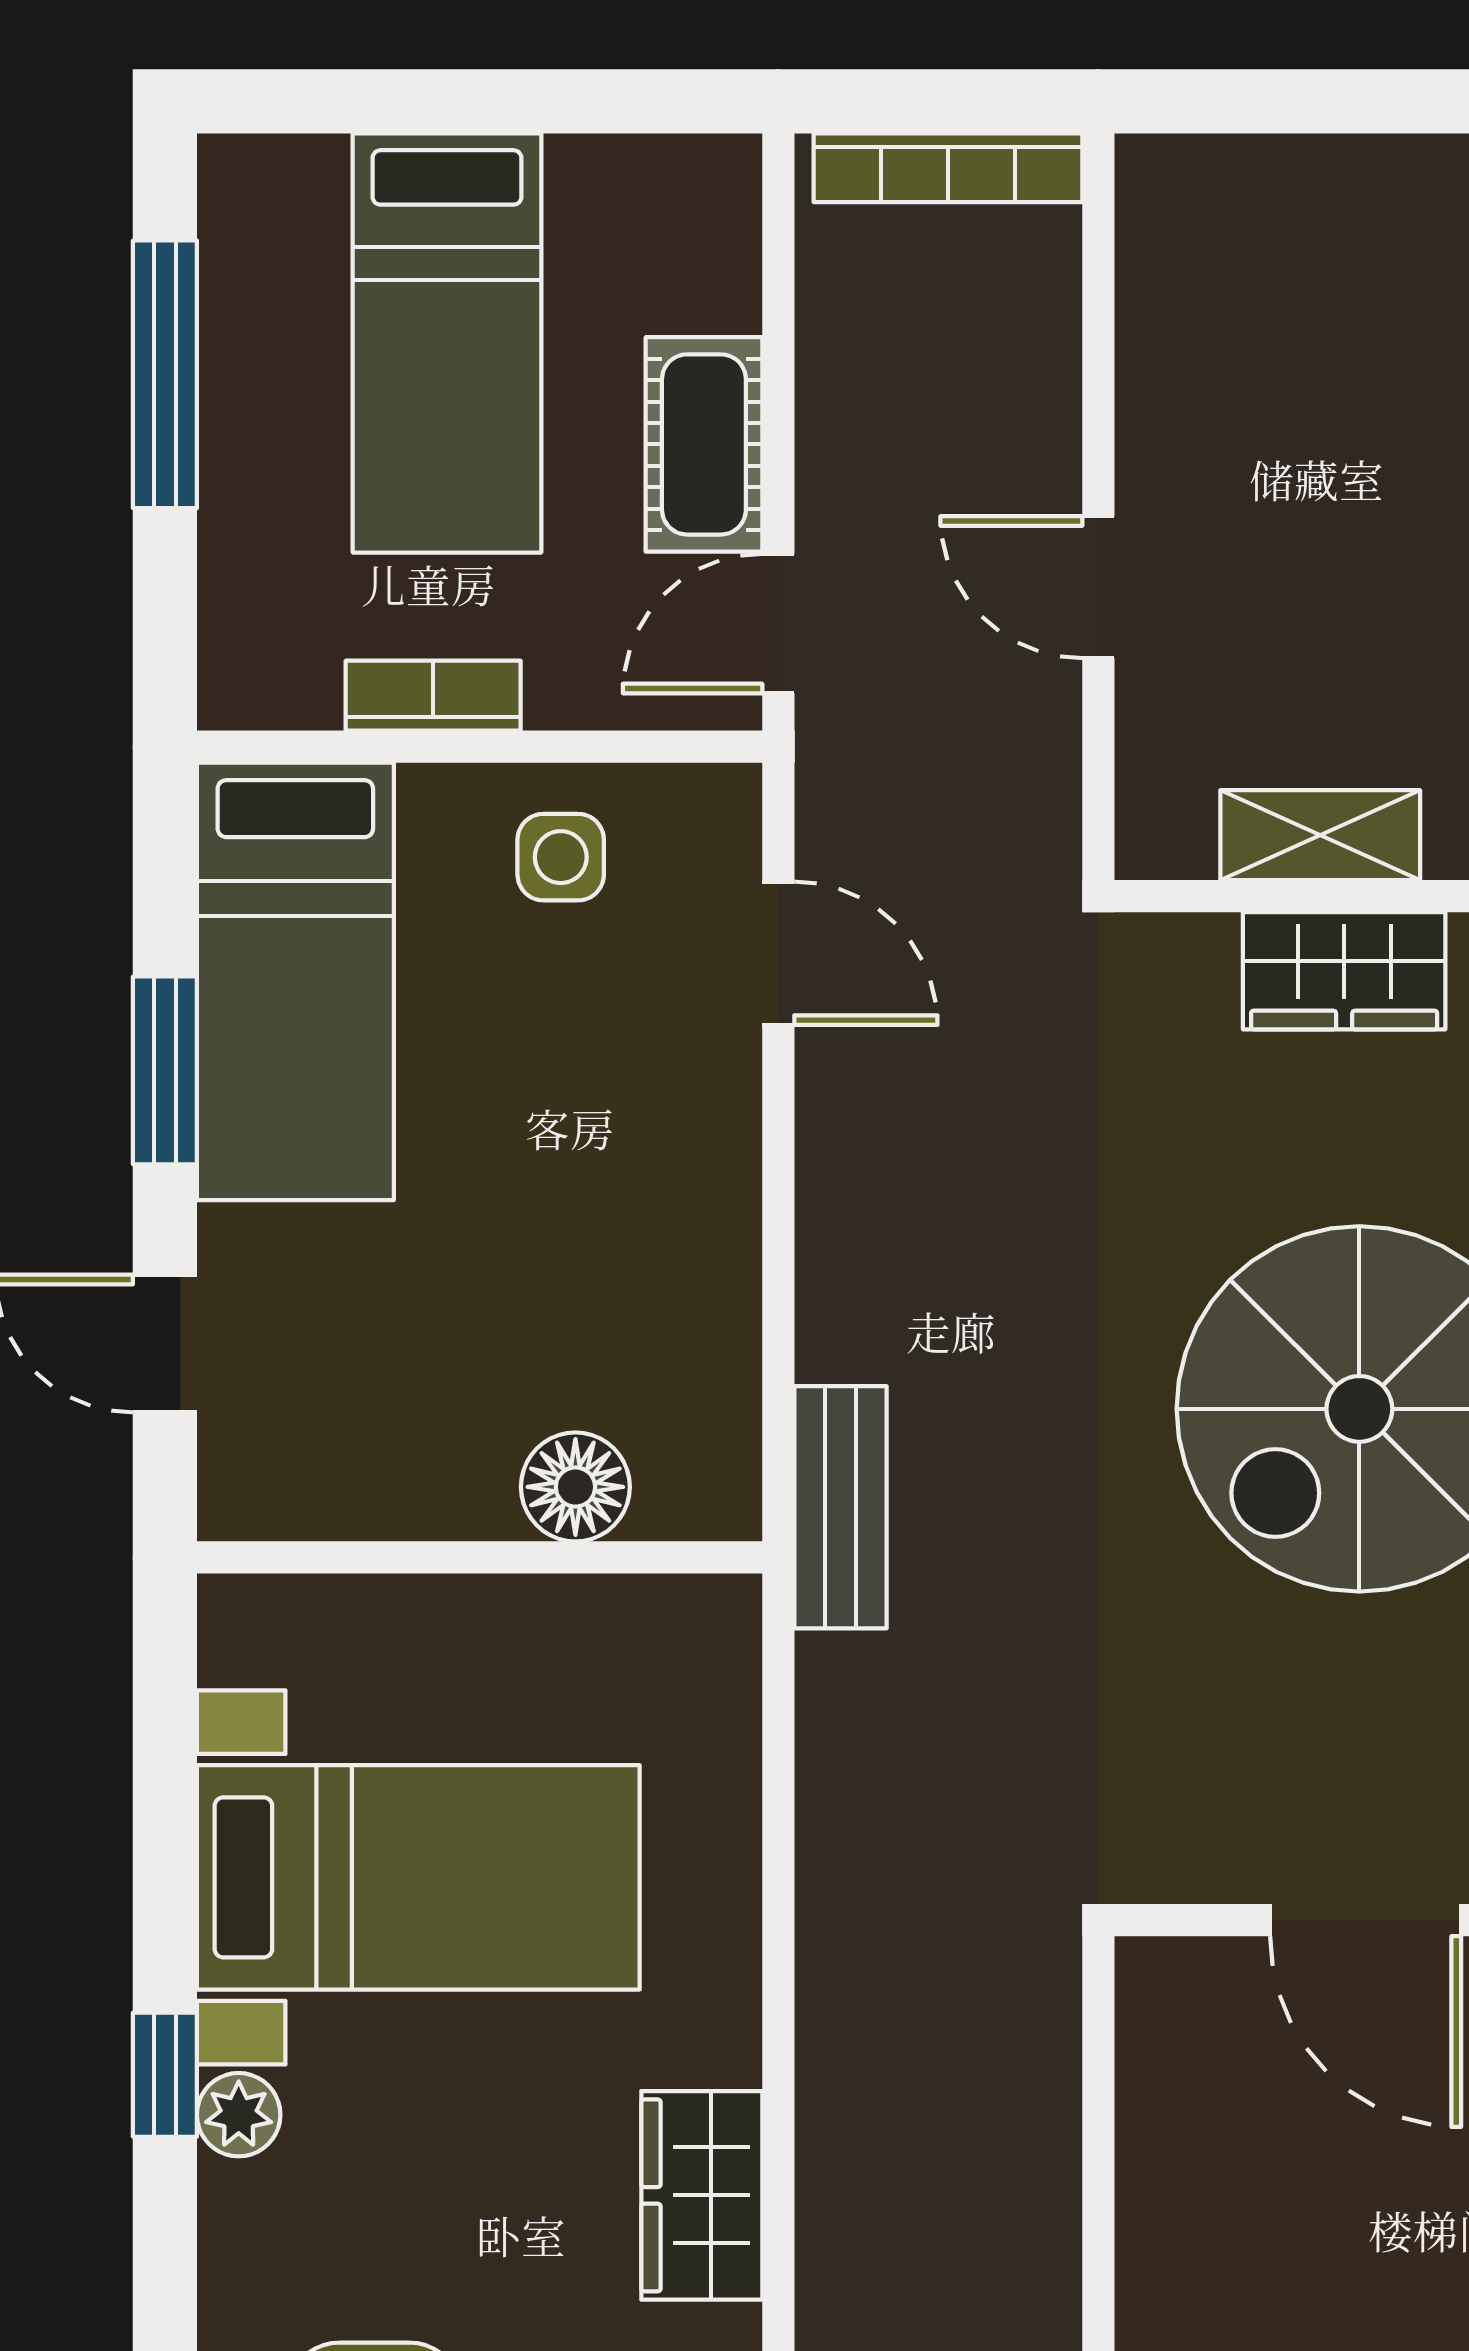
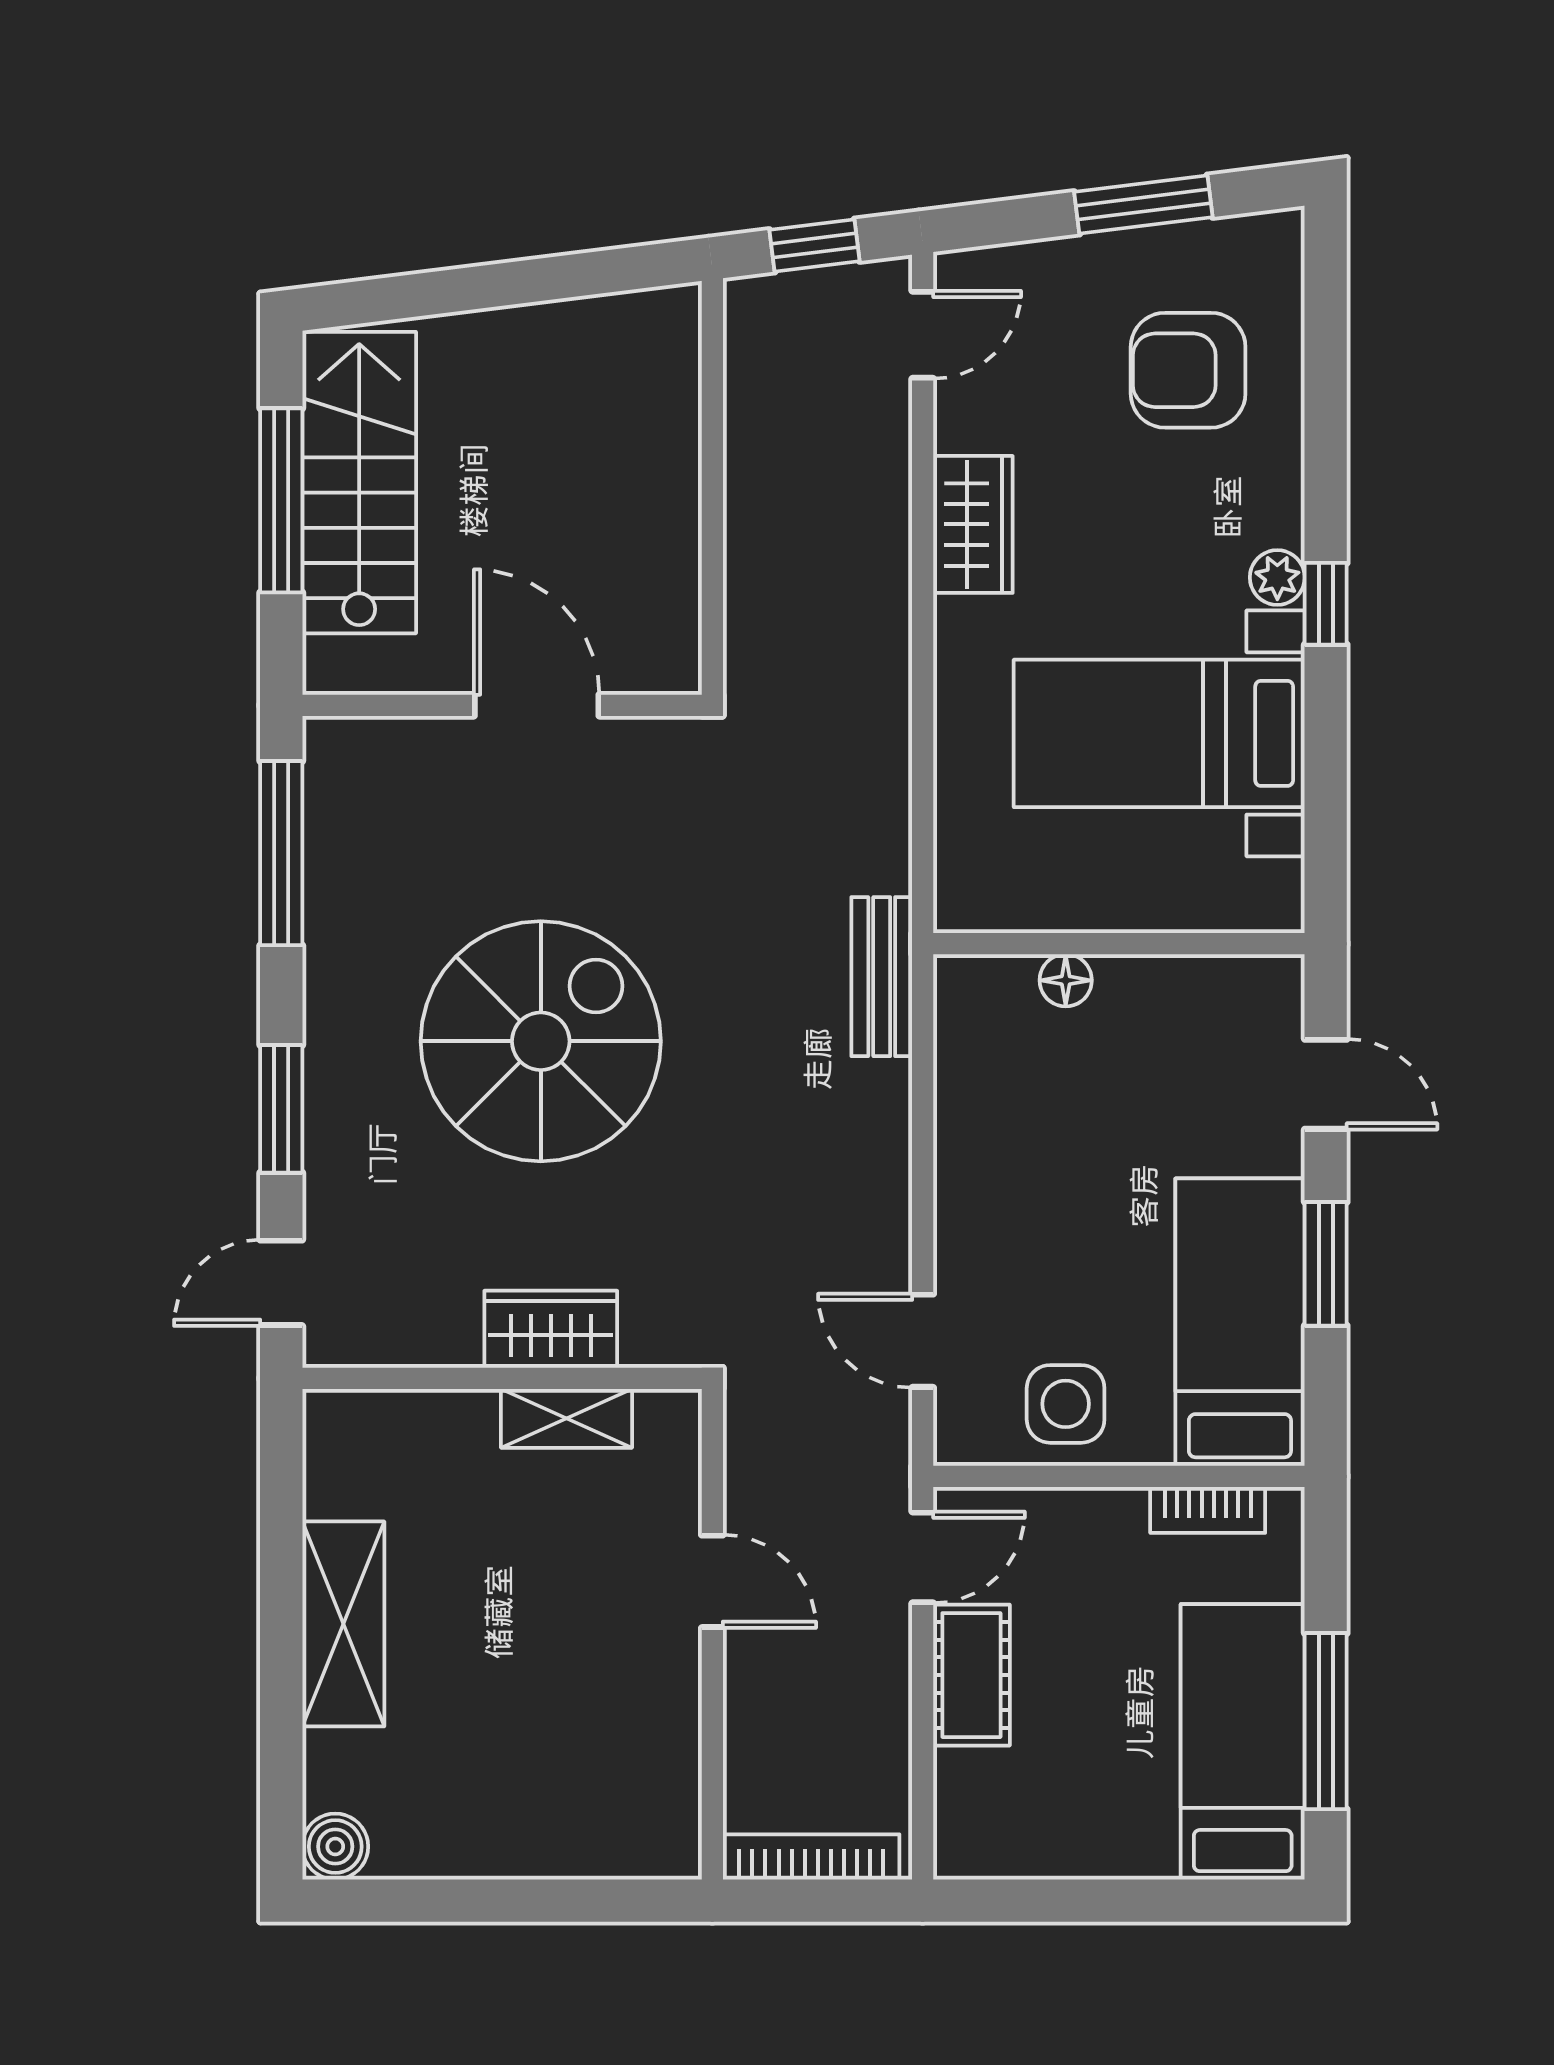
bed: (447, 343) -> (1243, 1742), moved
bookcase: (433, 696) -> (1208, 1510), moved
side table: (561, 857) -> (1066, 1404), width x1.37, depth x1.37
floor lamp: (575, 1487) -> (1066, 980), width x0.73, depth x0.73

